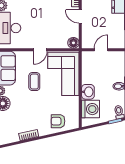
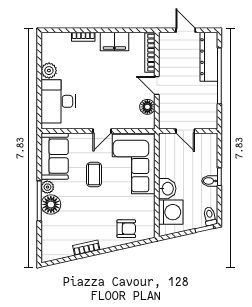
floor lamp: (73, 43) -> (147, 107), moved
door: (101, 50) -> (185, 131), swing flipped
armchair: (58, 121) -> (126, 229), turned 180

